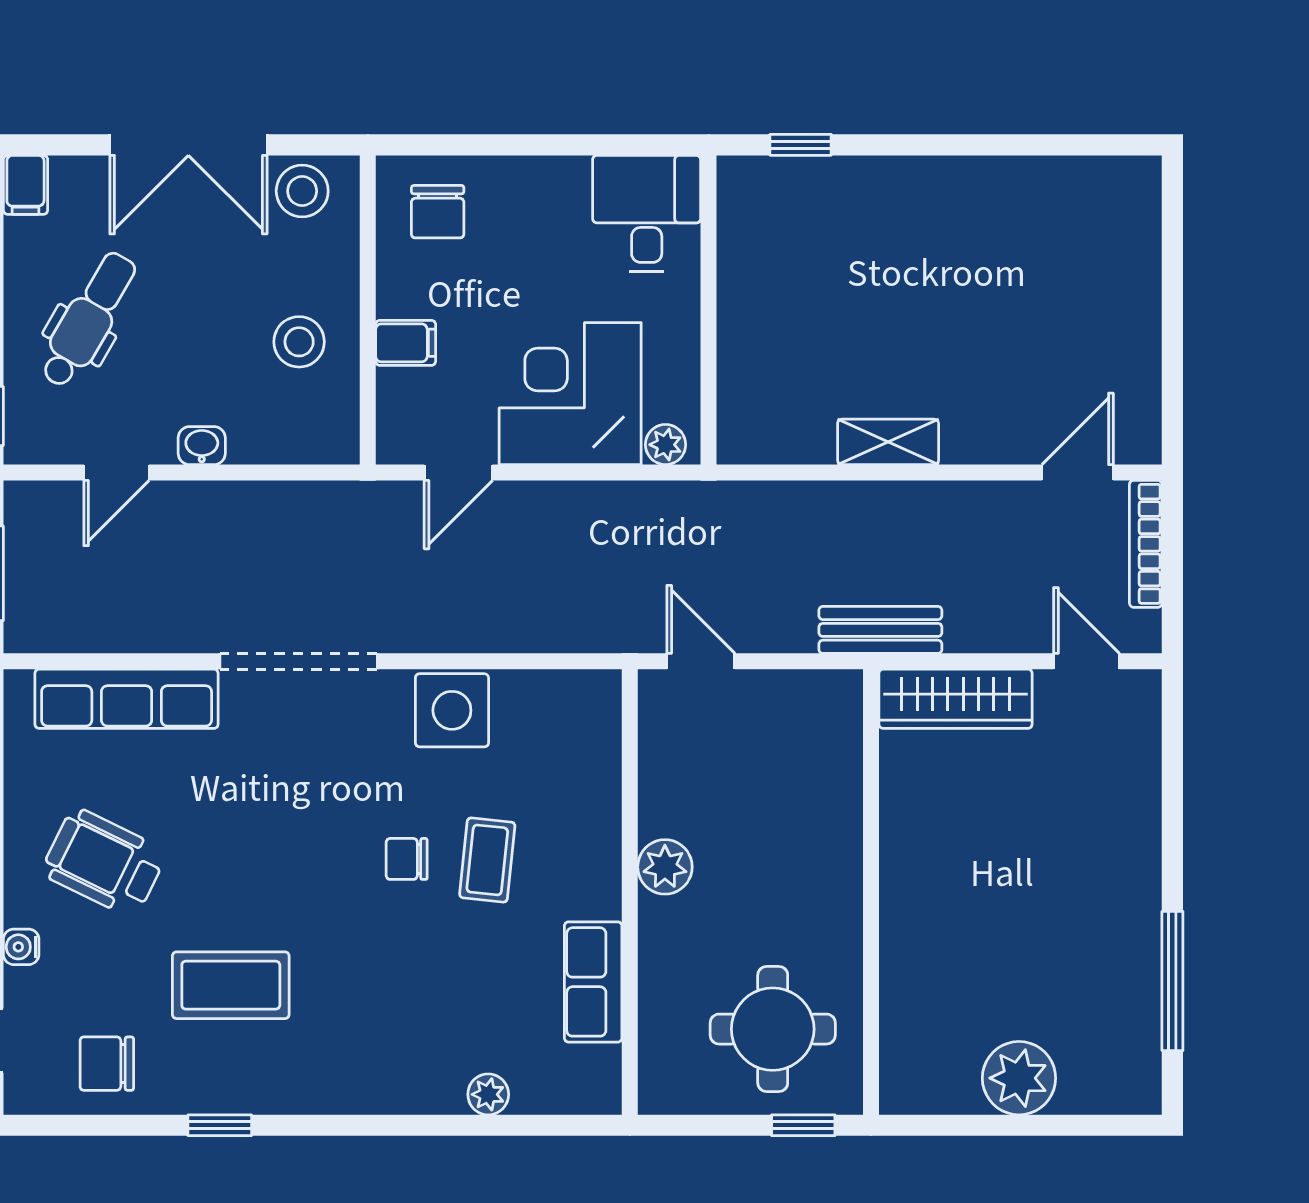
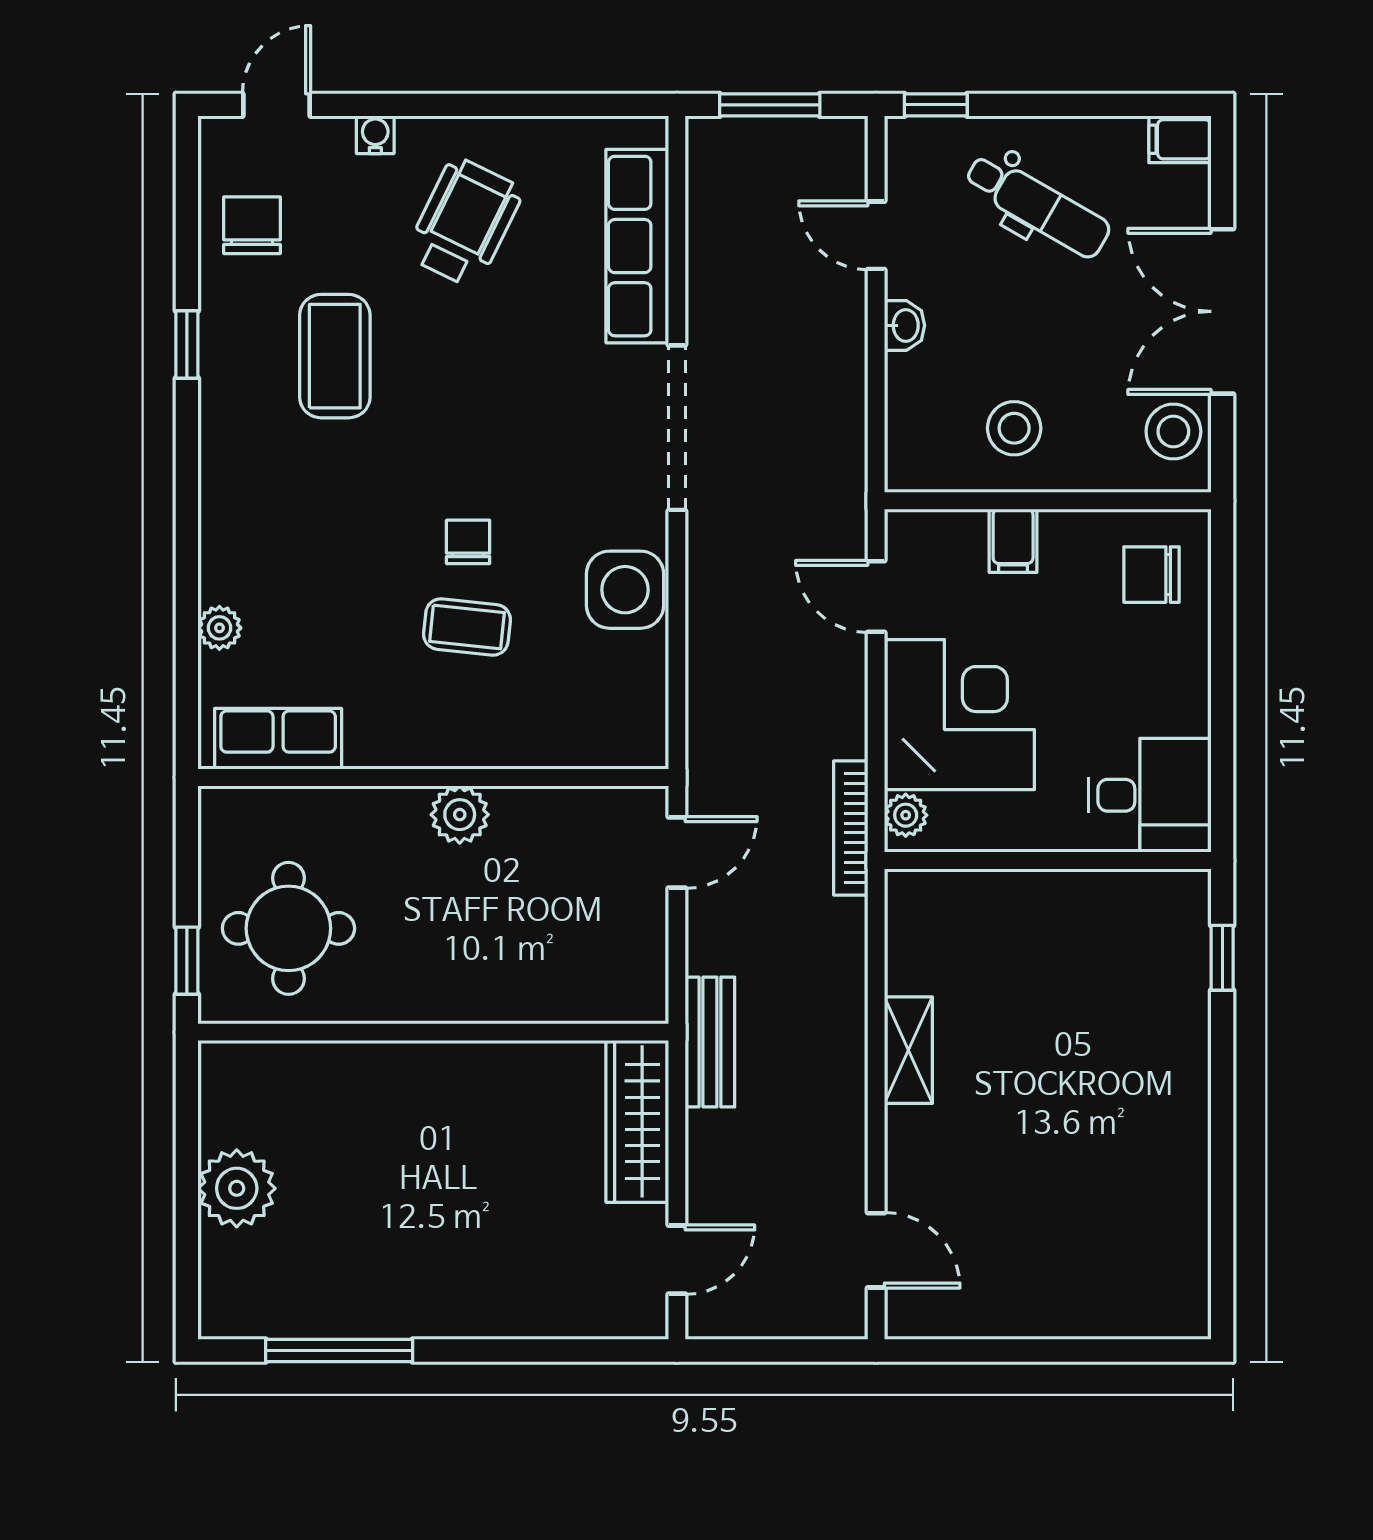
bookcase: (1146, 544) -> (851, 828), moved, turned -90
row of seats: (593, 982) -> (278, 739), moved

